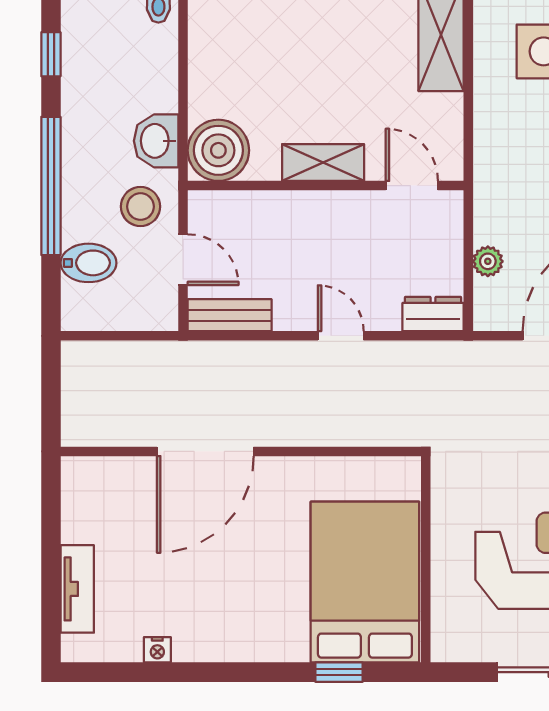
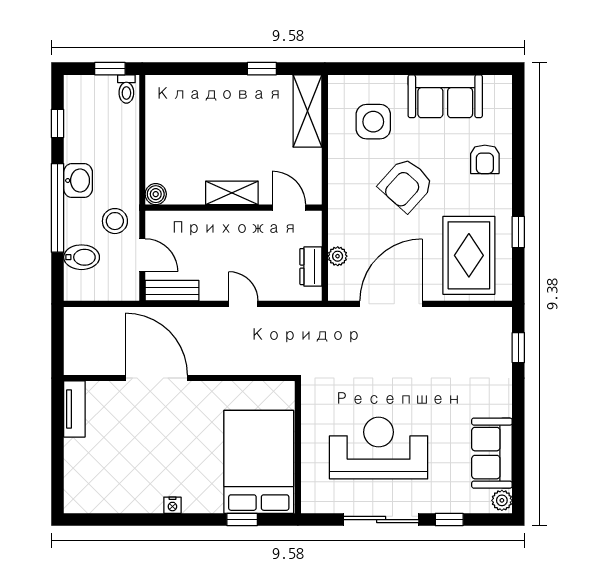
washbasin: (156, 141) -> (78, 181), moved, turned 180
boiler: (218, 150) -> (156, 194), width x0.54, depth x0.54
dresser: (433, 314) -> (311, 267), moved, turned -90
door: (205, 451) -> (156, 378), swing flipped
tv unit: (77, 589) -> (74, 409), moved
nightstand: (157, 650) -> (172, 505), moved

